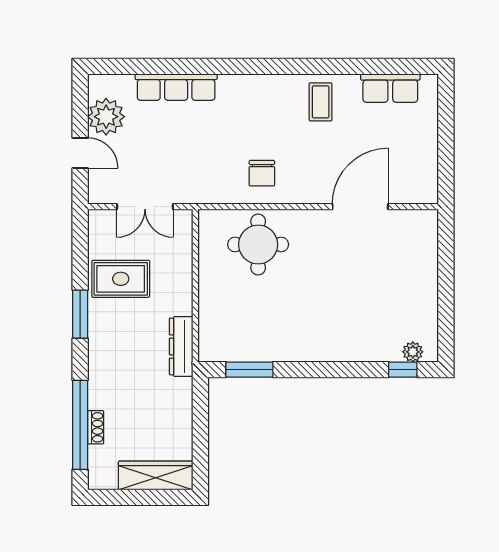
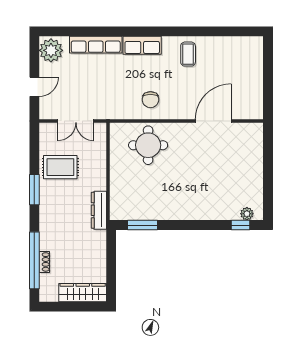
row of seats: (390, 88) -> (142, 45), moved
plant: (106, 117) -> (51, 50), moved
door: (80, 153) -> (34, 87), hinge flipped

